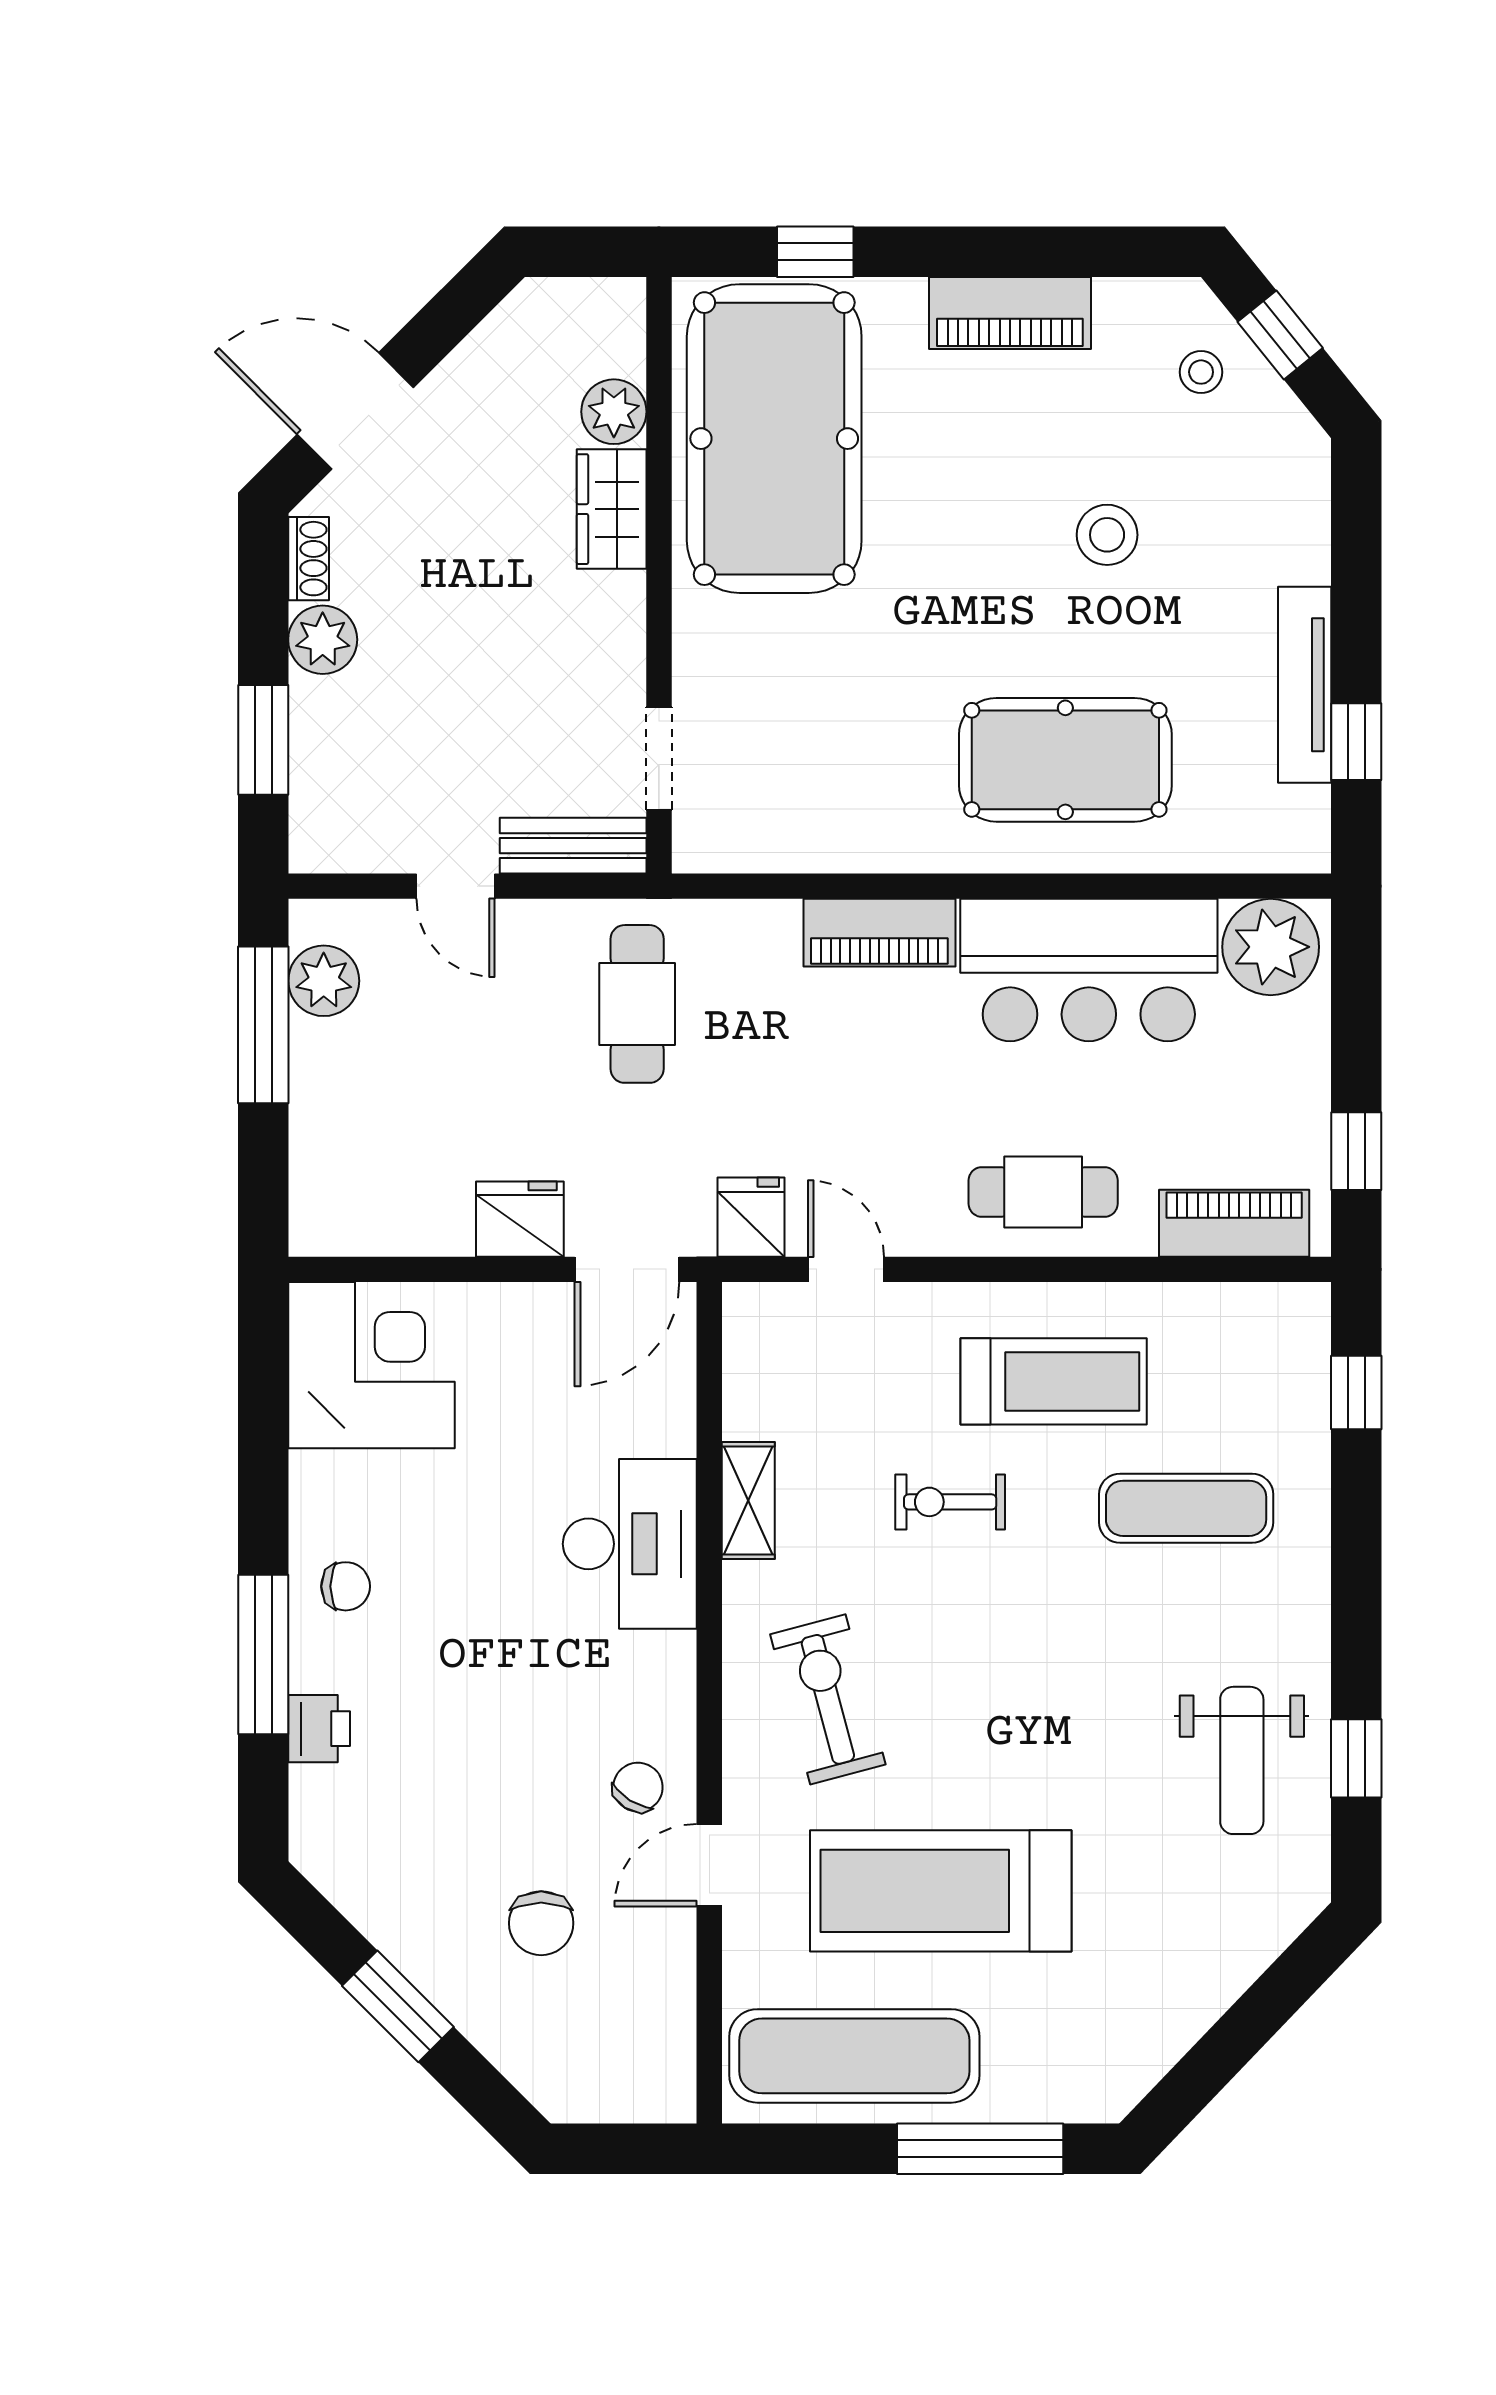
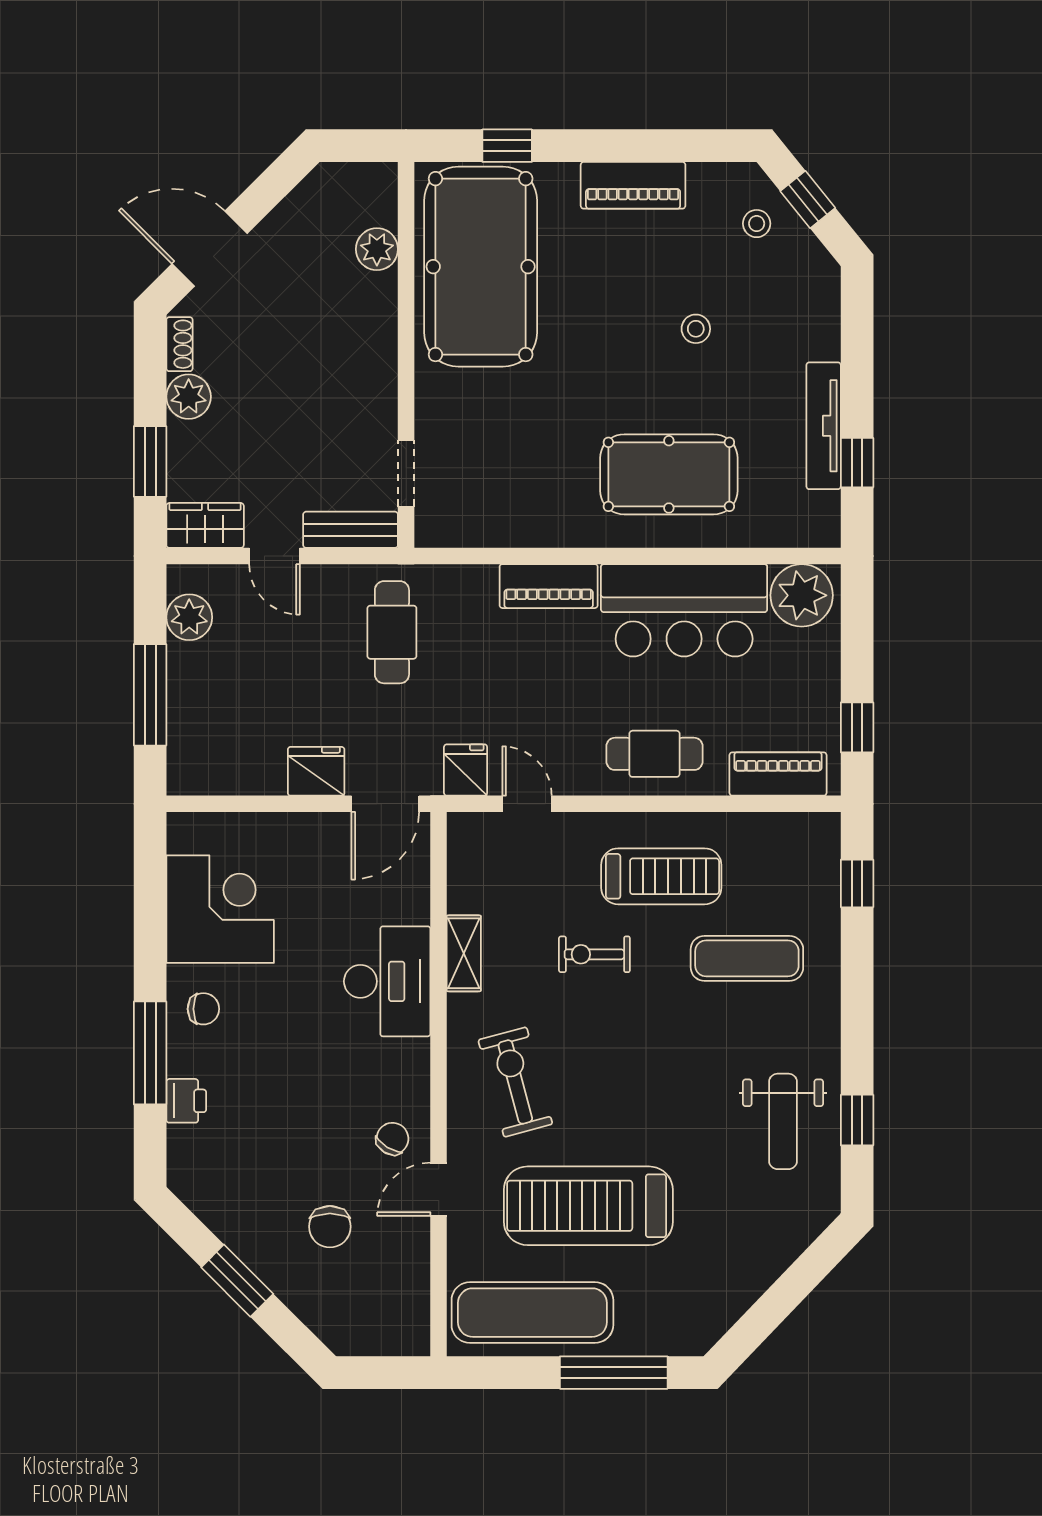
wardrobe: (612, 509) -> (205, 525), moved, turned 90
stool: (1107, 535) -> (696, 329), width x0.73, depth x0.73
window: (263, 1025) -> (150, 695), moved
corner desk: (372, 1365) -> (220, 909), moved

